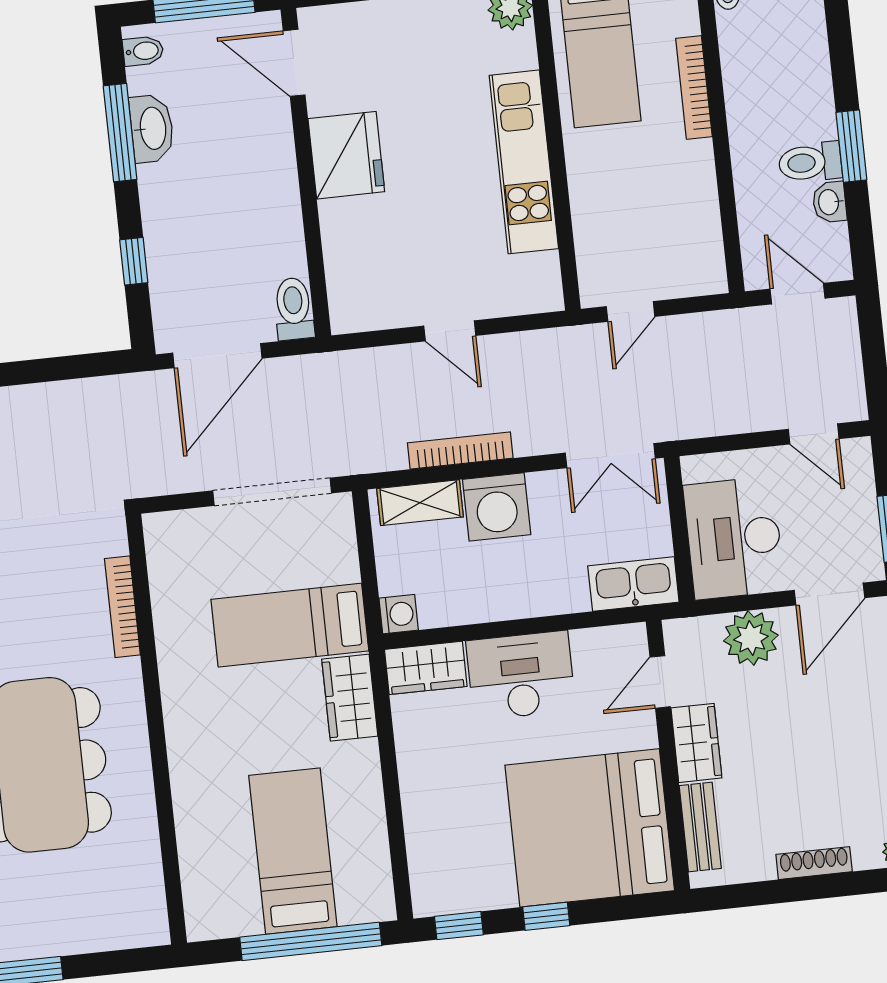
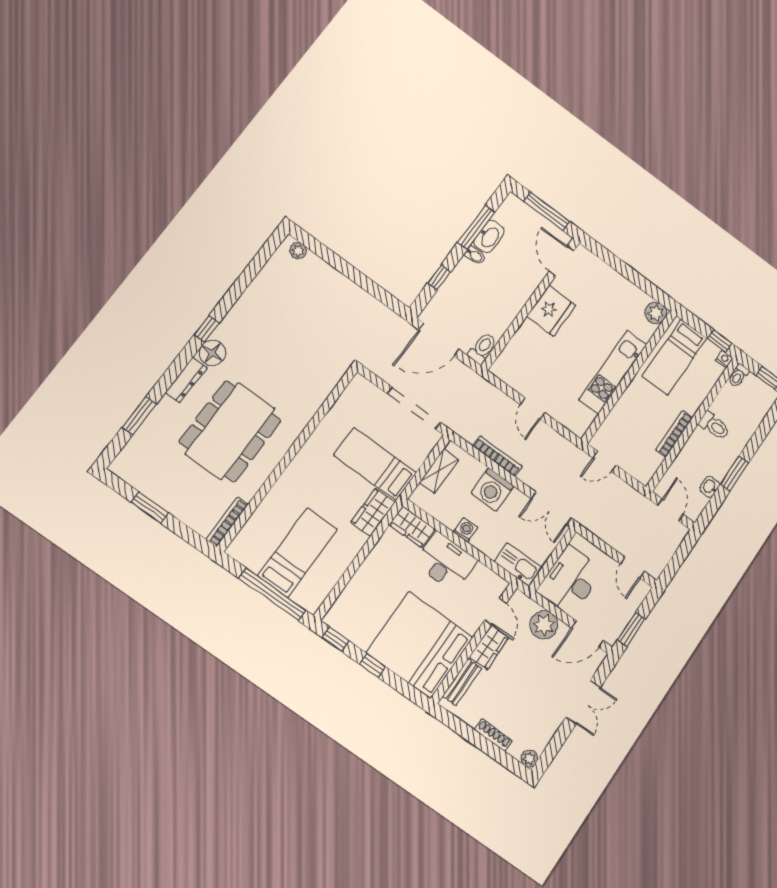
bidet: (143, 51) -> (475, 256), moved
bookcase: (694, 87) -> (674, 434), moved
toilet: (810, 162) -> (714, 426), moved, turned 180
shelving: (420, 503) -> (439, 471), moved, turned 90
bookcase: (122, 607) -> (227, 522), moved
washing machine: (399, 614) -> (466, 530), moved, turned -90
door: (660, 682) -> (496, 611), swing flipped

